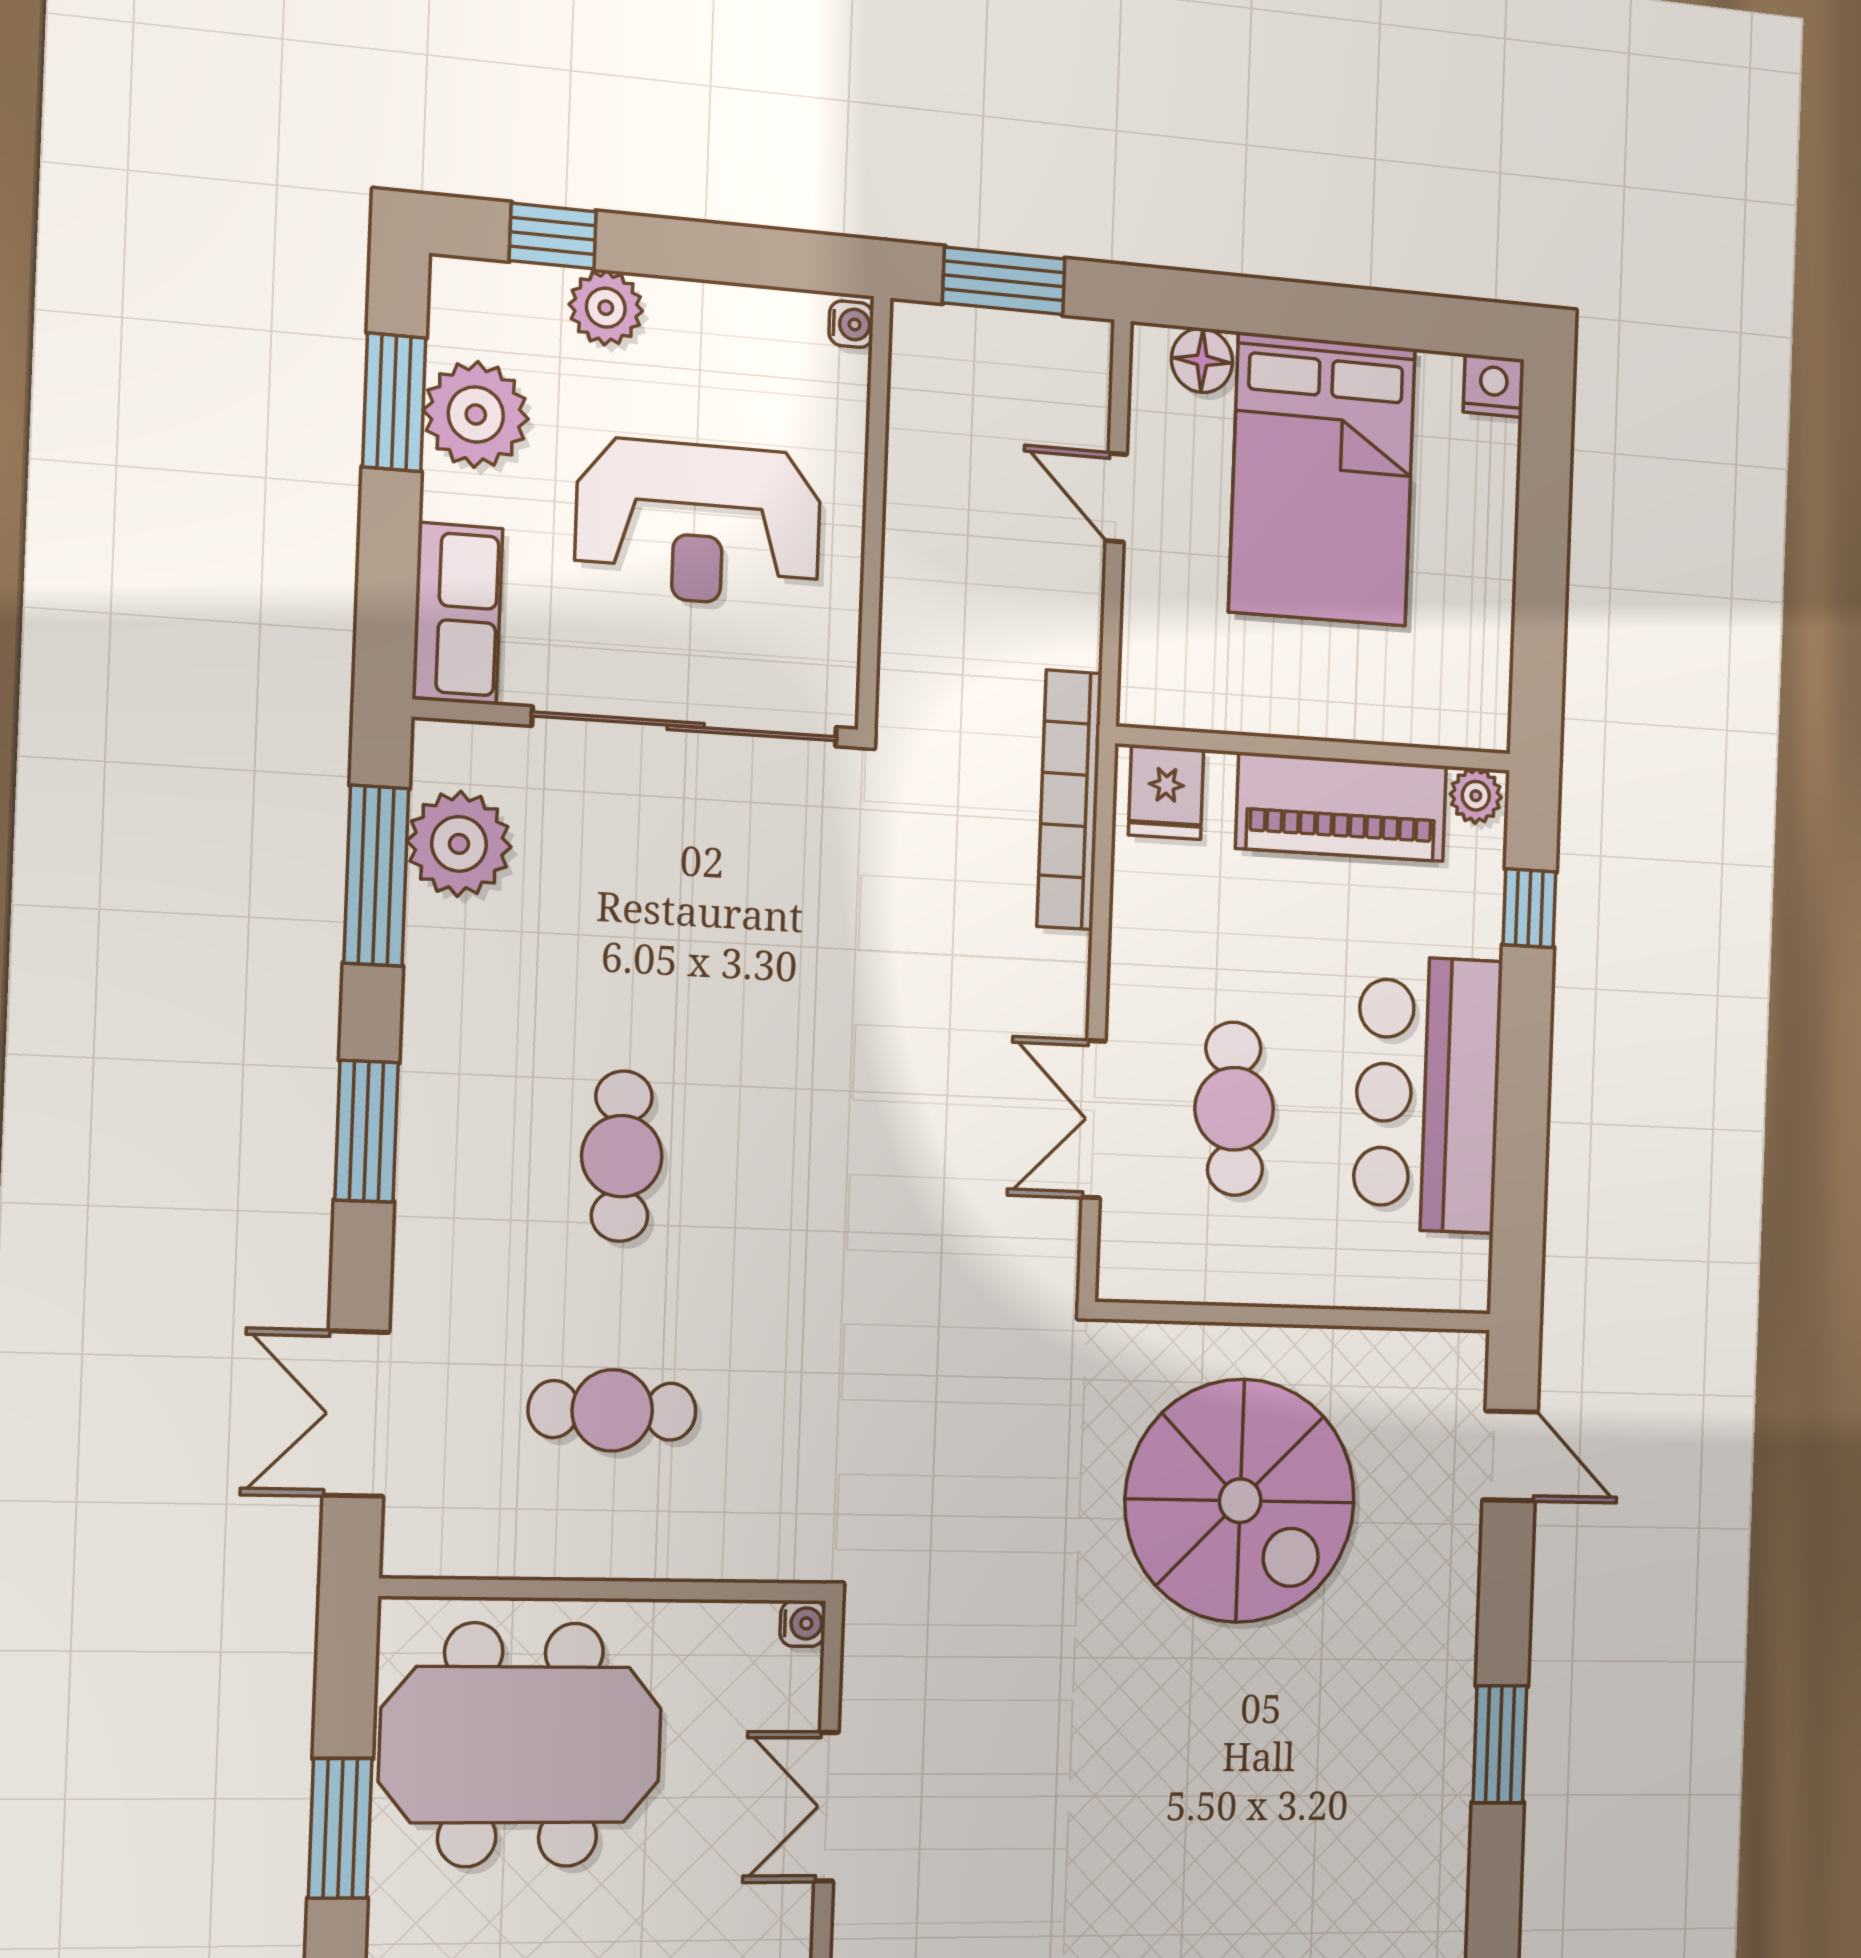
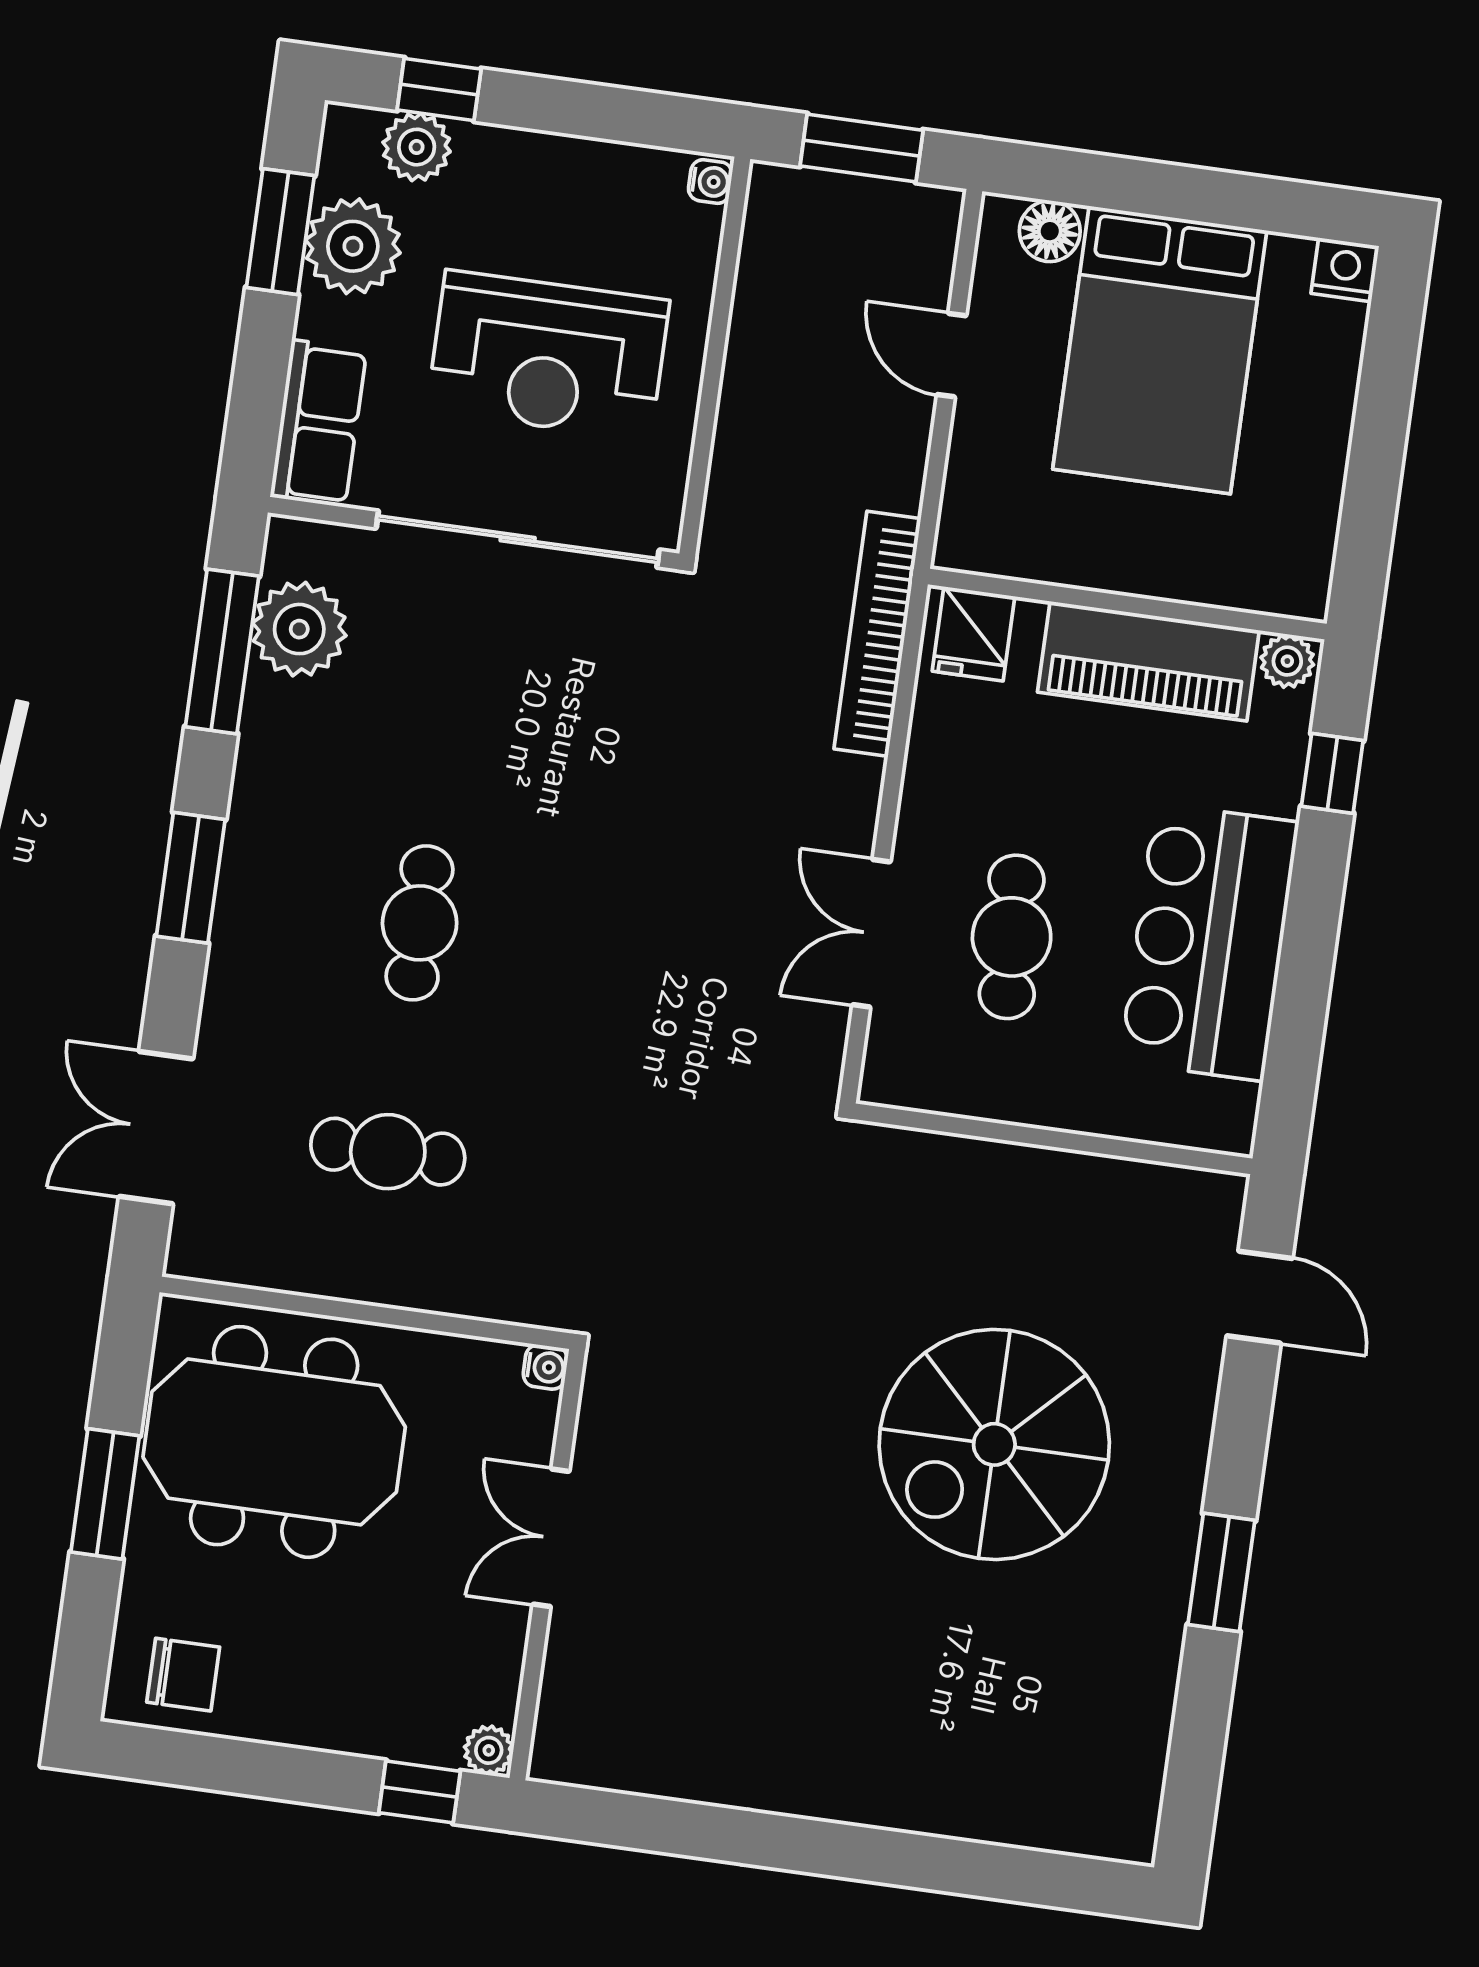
plant: (606, 308) -> (417, 147), moved
spiral stairs: (1240, 1501) -> (994, 1444), moved, turned 90

